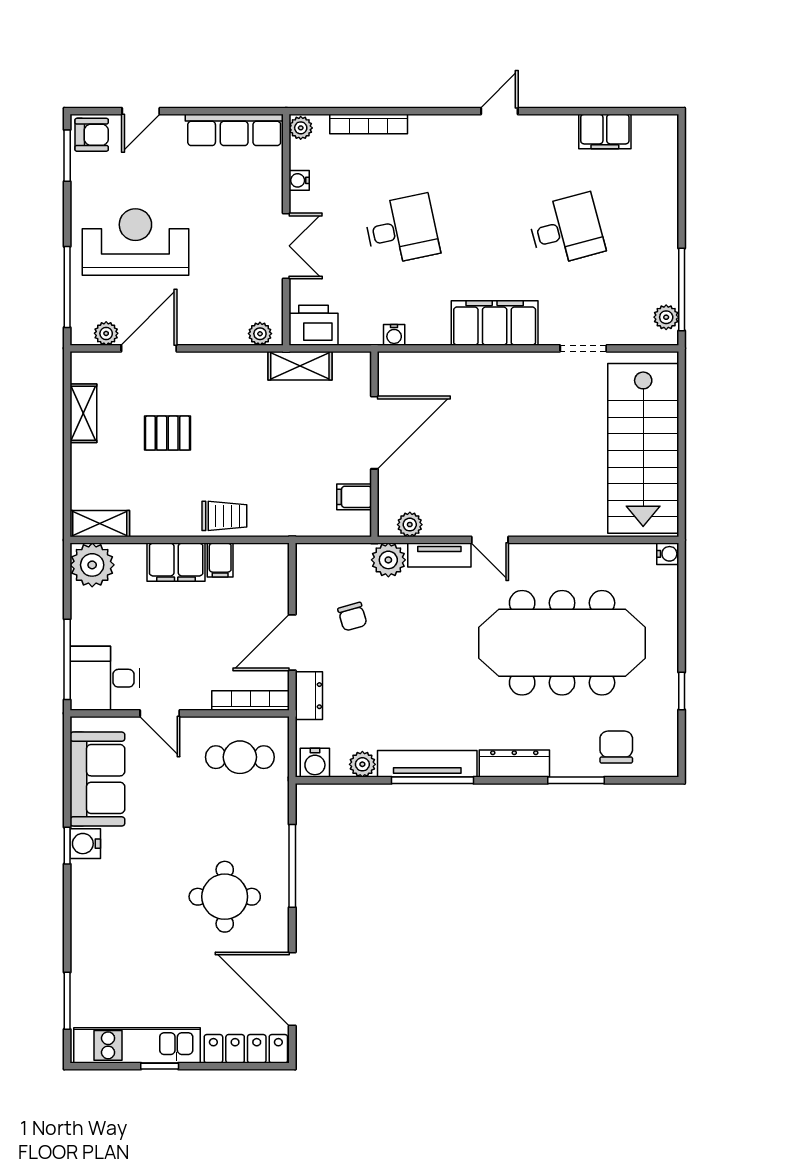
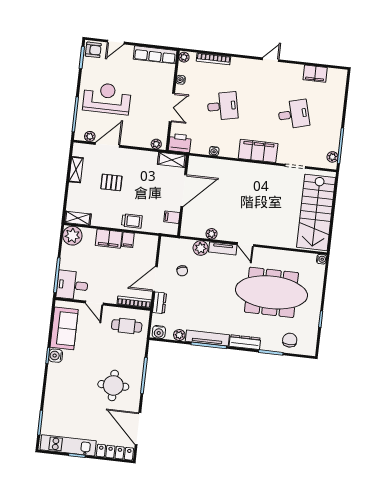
door: (374, 433) -> (184, 190), moved
wall: (374, 444) -> (183, 195), moved
filing cabinet: (354, 497) -> (172, 217), moved

